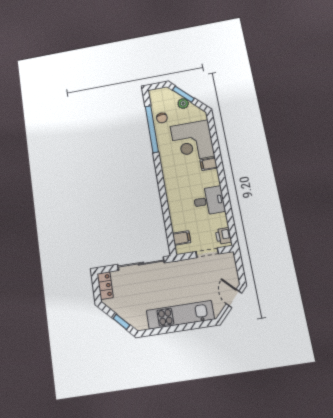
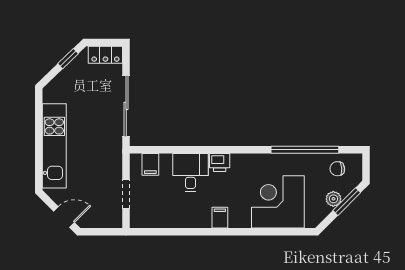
chair: (162, 118) -> (337, 169), moved
filing cabinet: (209, 164) -> (220, 218), moved
desk: (209, 201) -> (190, 173), moved, turned 180
printer: (224, 236) -> (220, 163), moved, turned 180
window: (121, 322) -> (68, 59), moved

